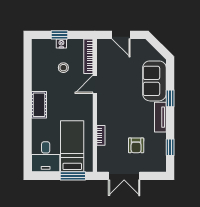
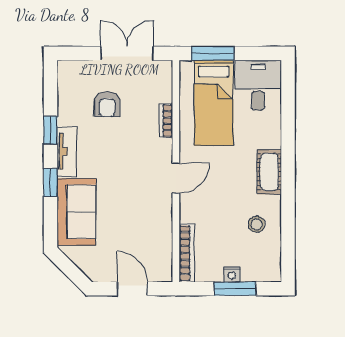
window: (59, 35) -> (235, 289), width x1.50
stool: (63, 68) -> (256, 224), moved
door: (95, 84) -> (176, 178), moved
armchair: (136, 145) -> (107, 104), turned 180
window: (170, 147) -> (50, 130), moved

